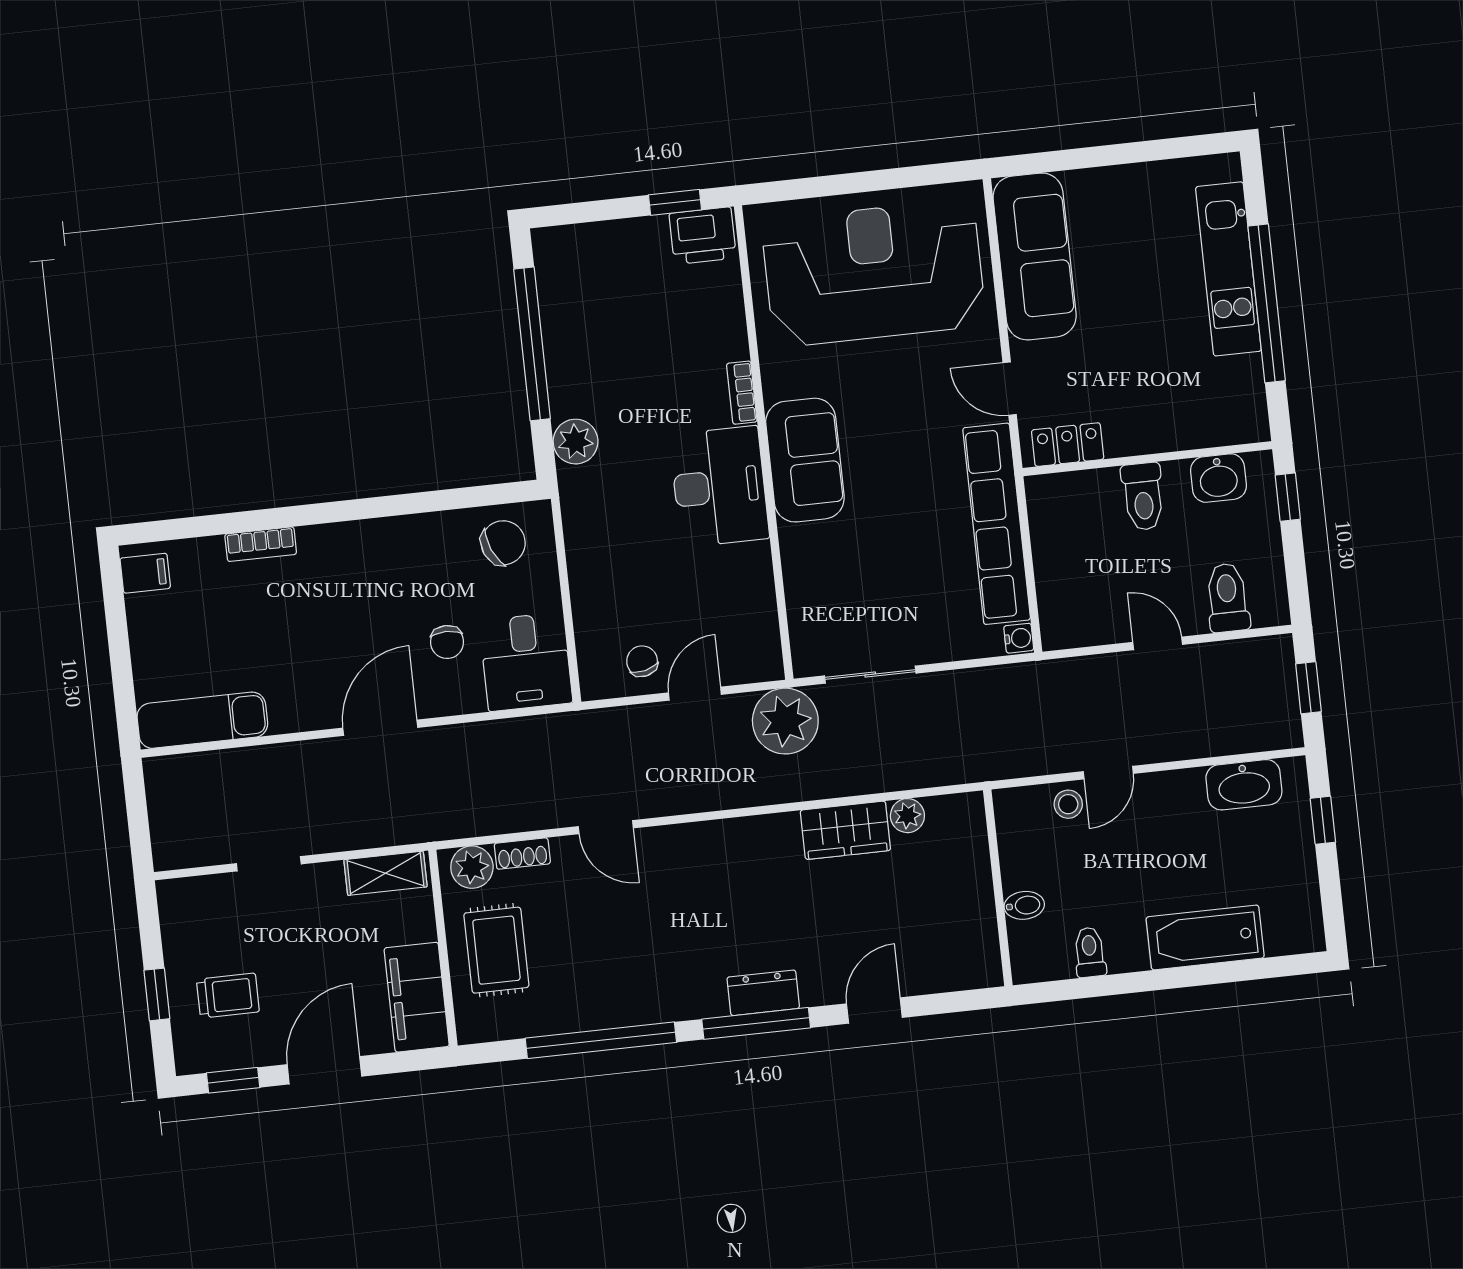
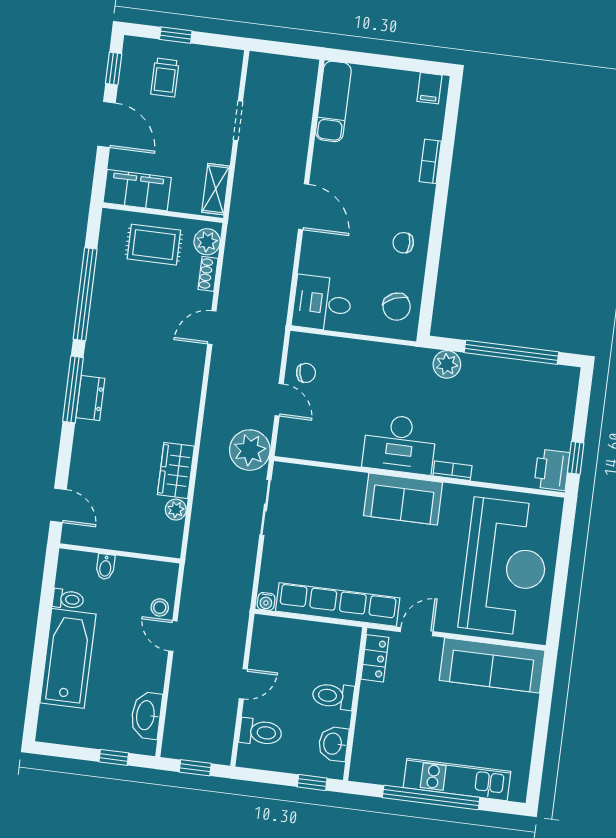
chair: (447, 642) -> (403, 243), moved
bathtub: (1205, 937) -> (68, 658), width x1.36, depth x1.36
door: (874, 1011) -> (58, 505), moved

